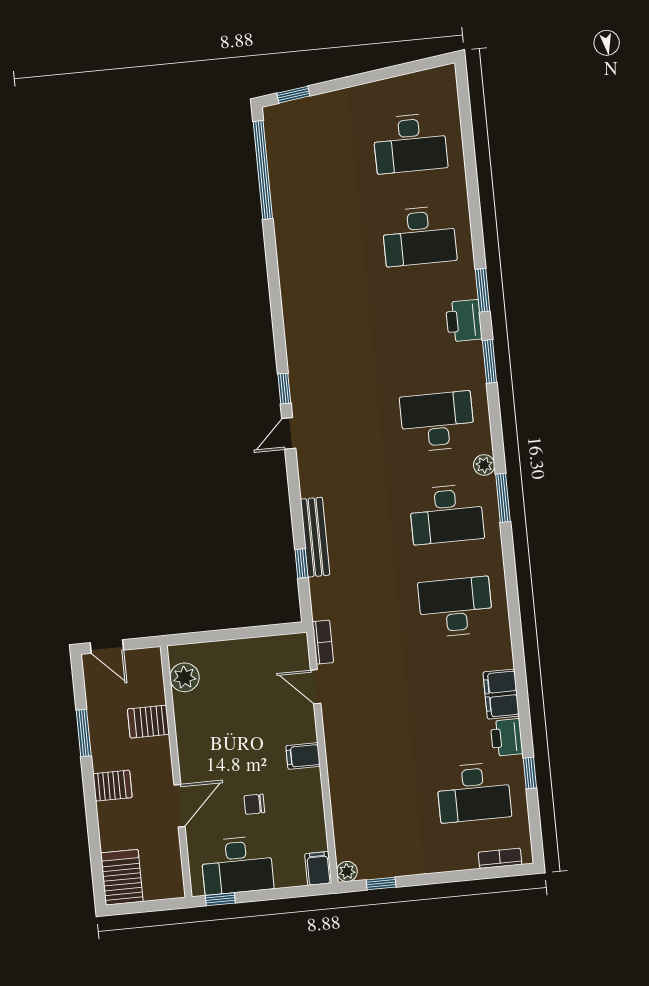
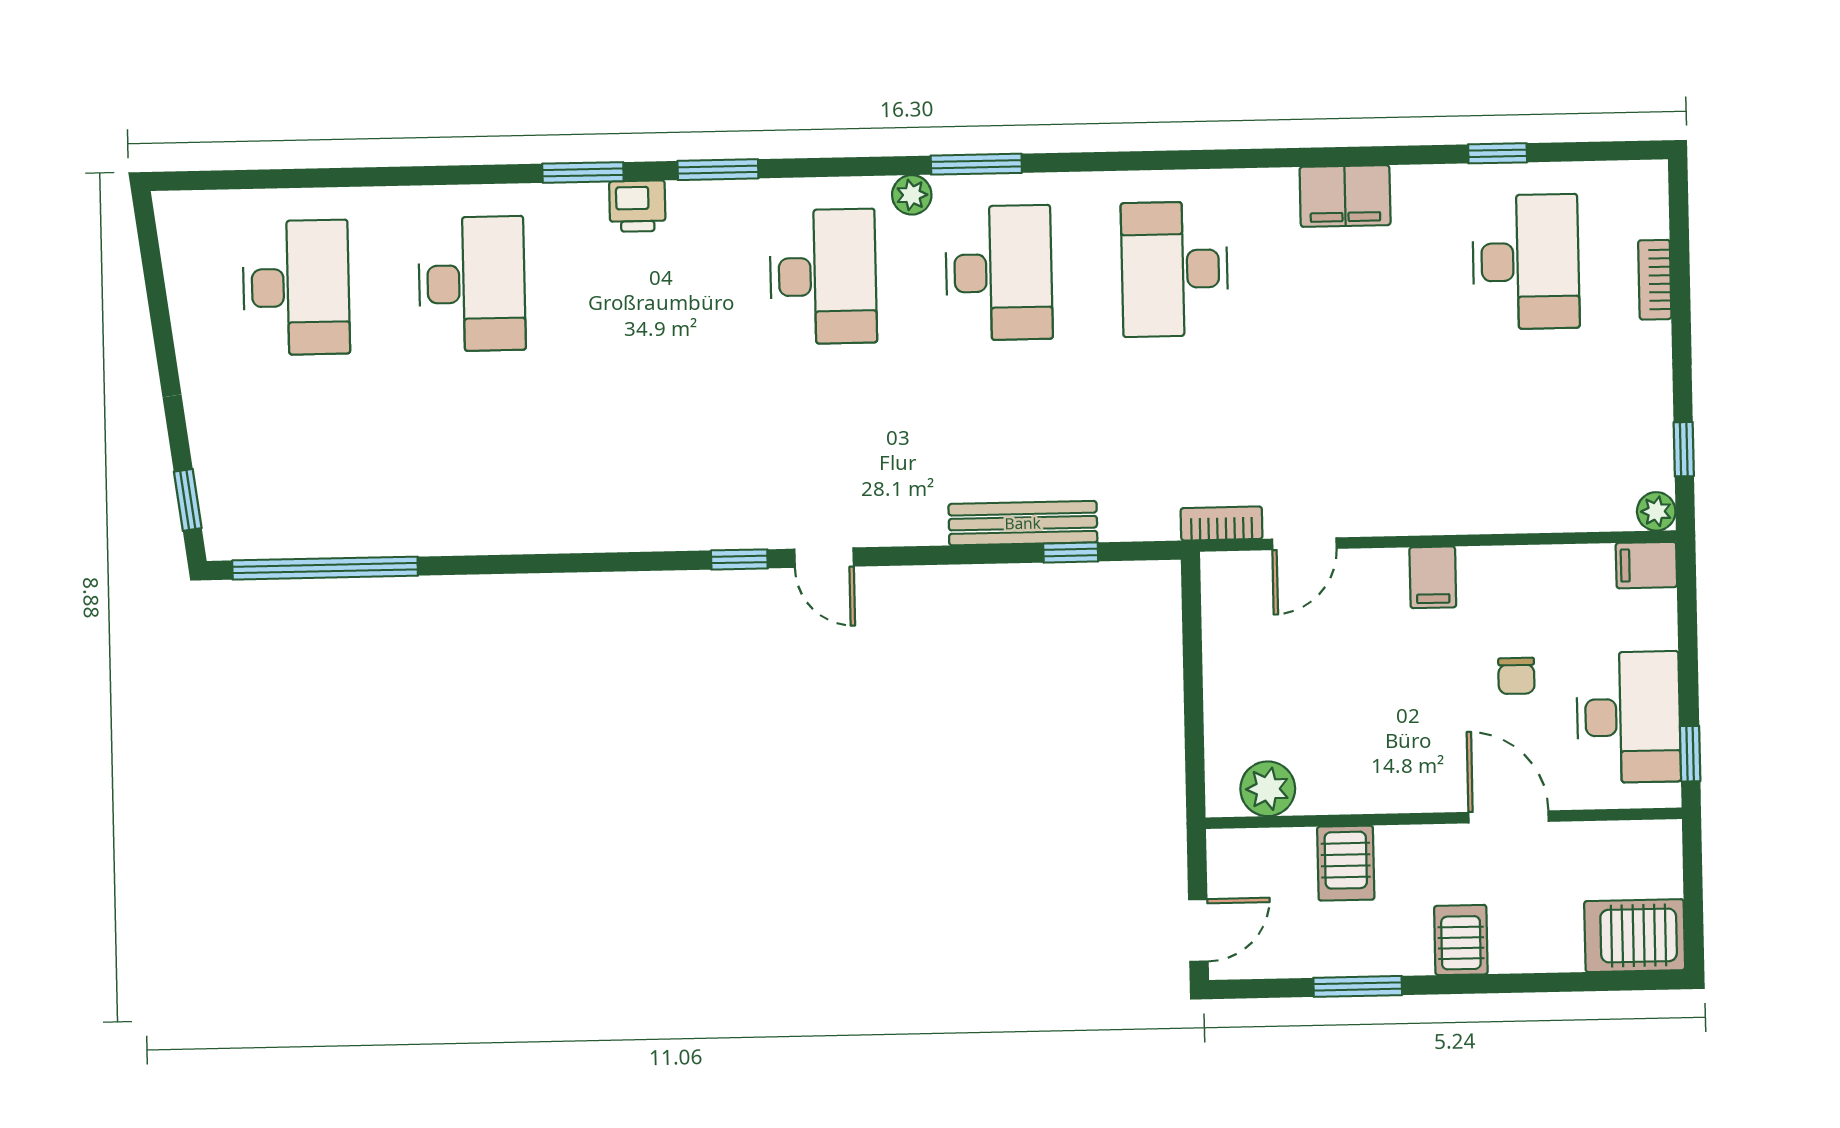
printer: (464, 321) -> (637, 206), width x0.73, depth x0.81
desk: (437, 421) -> (823, 276), turned 180
printer: (506, 737) -> (1427, 192), removed
bookcase: (500, 858) -> (1655, 280), moved

